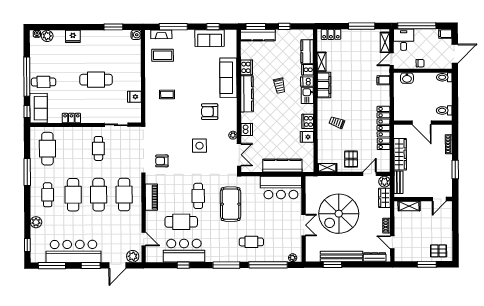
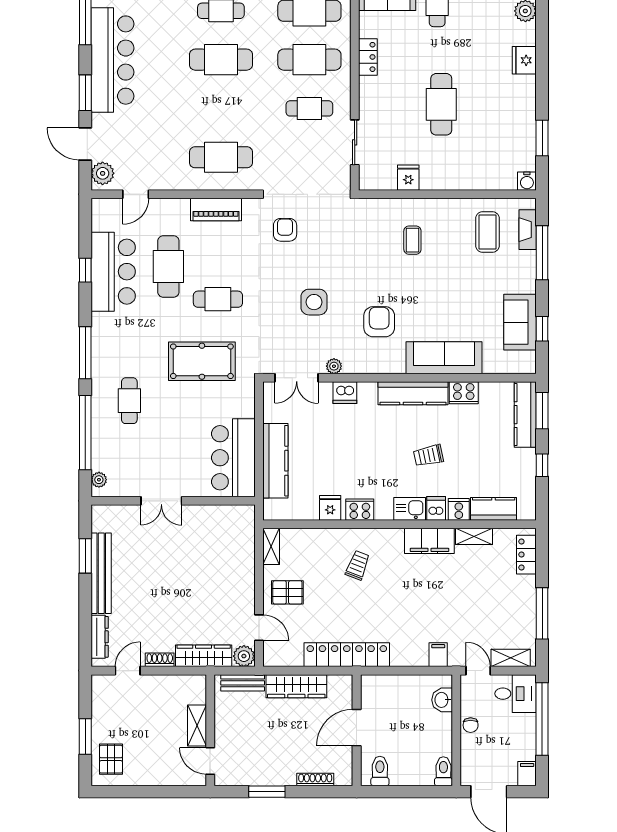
cafe table: (99, 195) -> (309, 60), moved
wardrobe: (384, 198) -> (204, 656), width x1.50
shelving: (409, 206) -> (197, 726), moved
spiral stairs: (339, 214) -> (183, 568), removed

